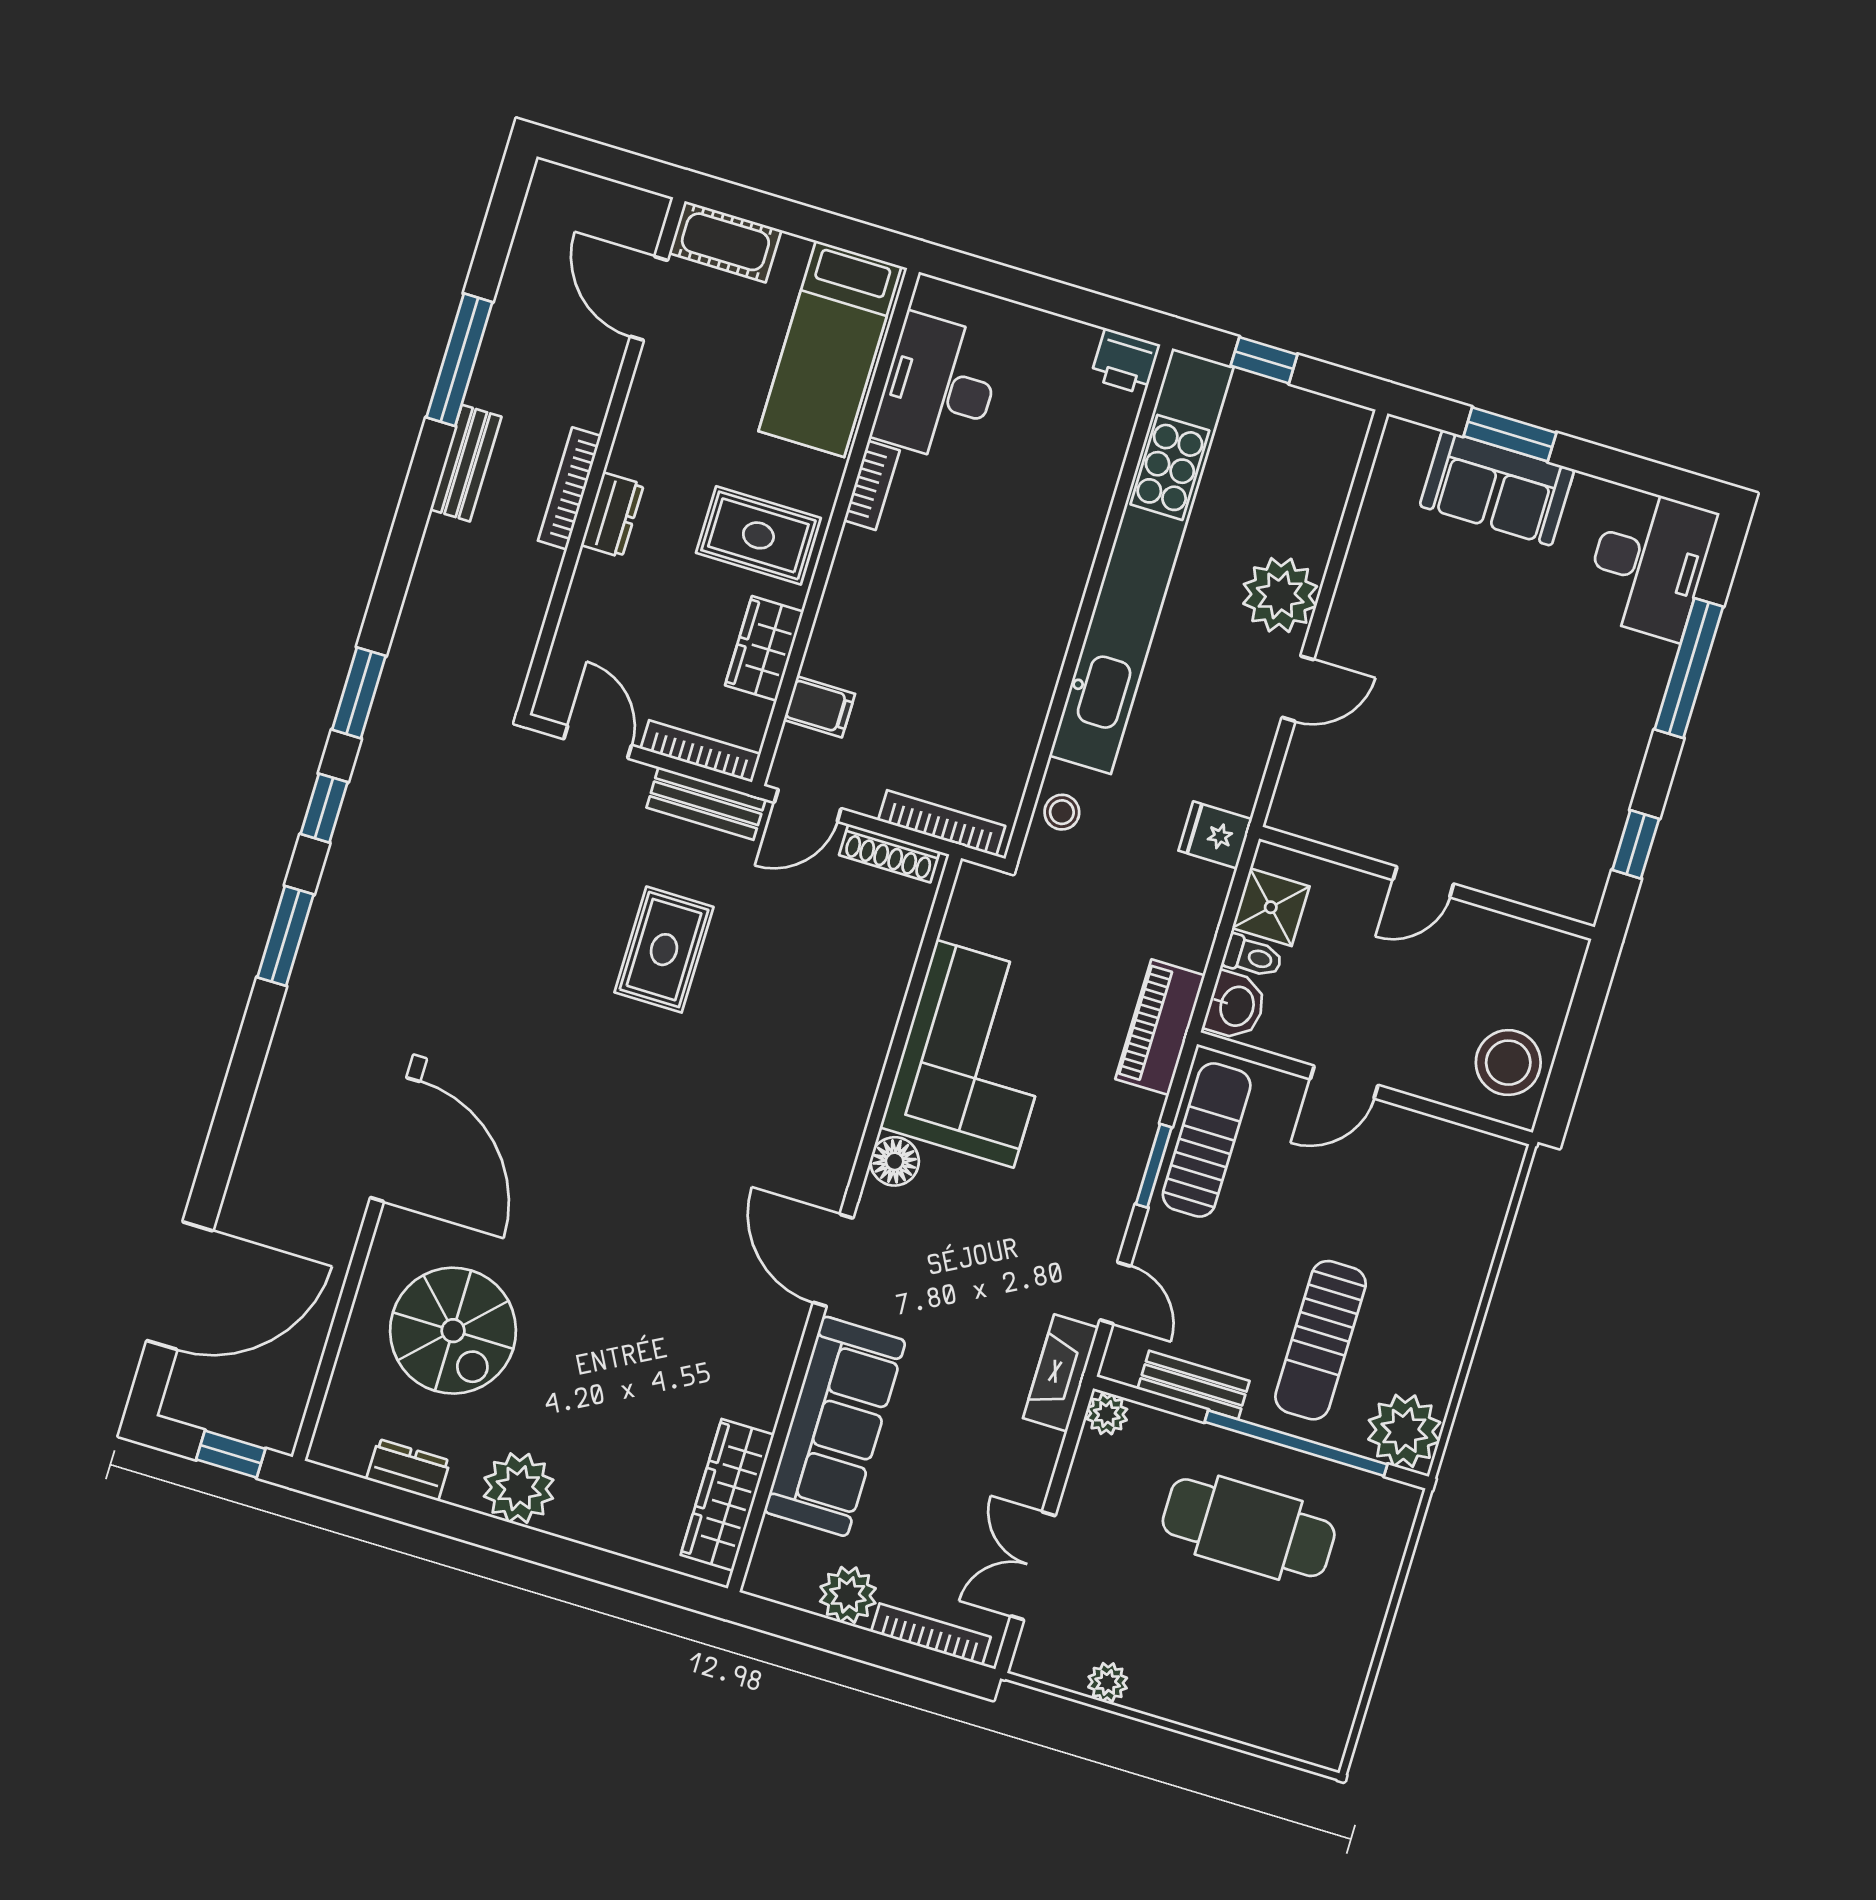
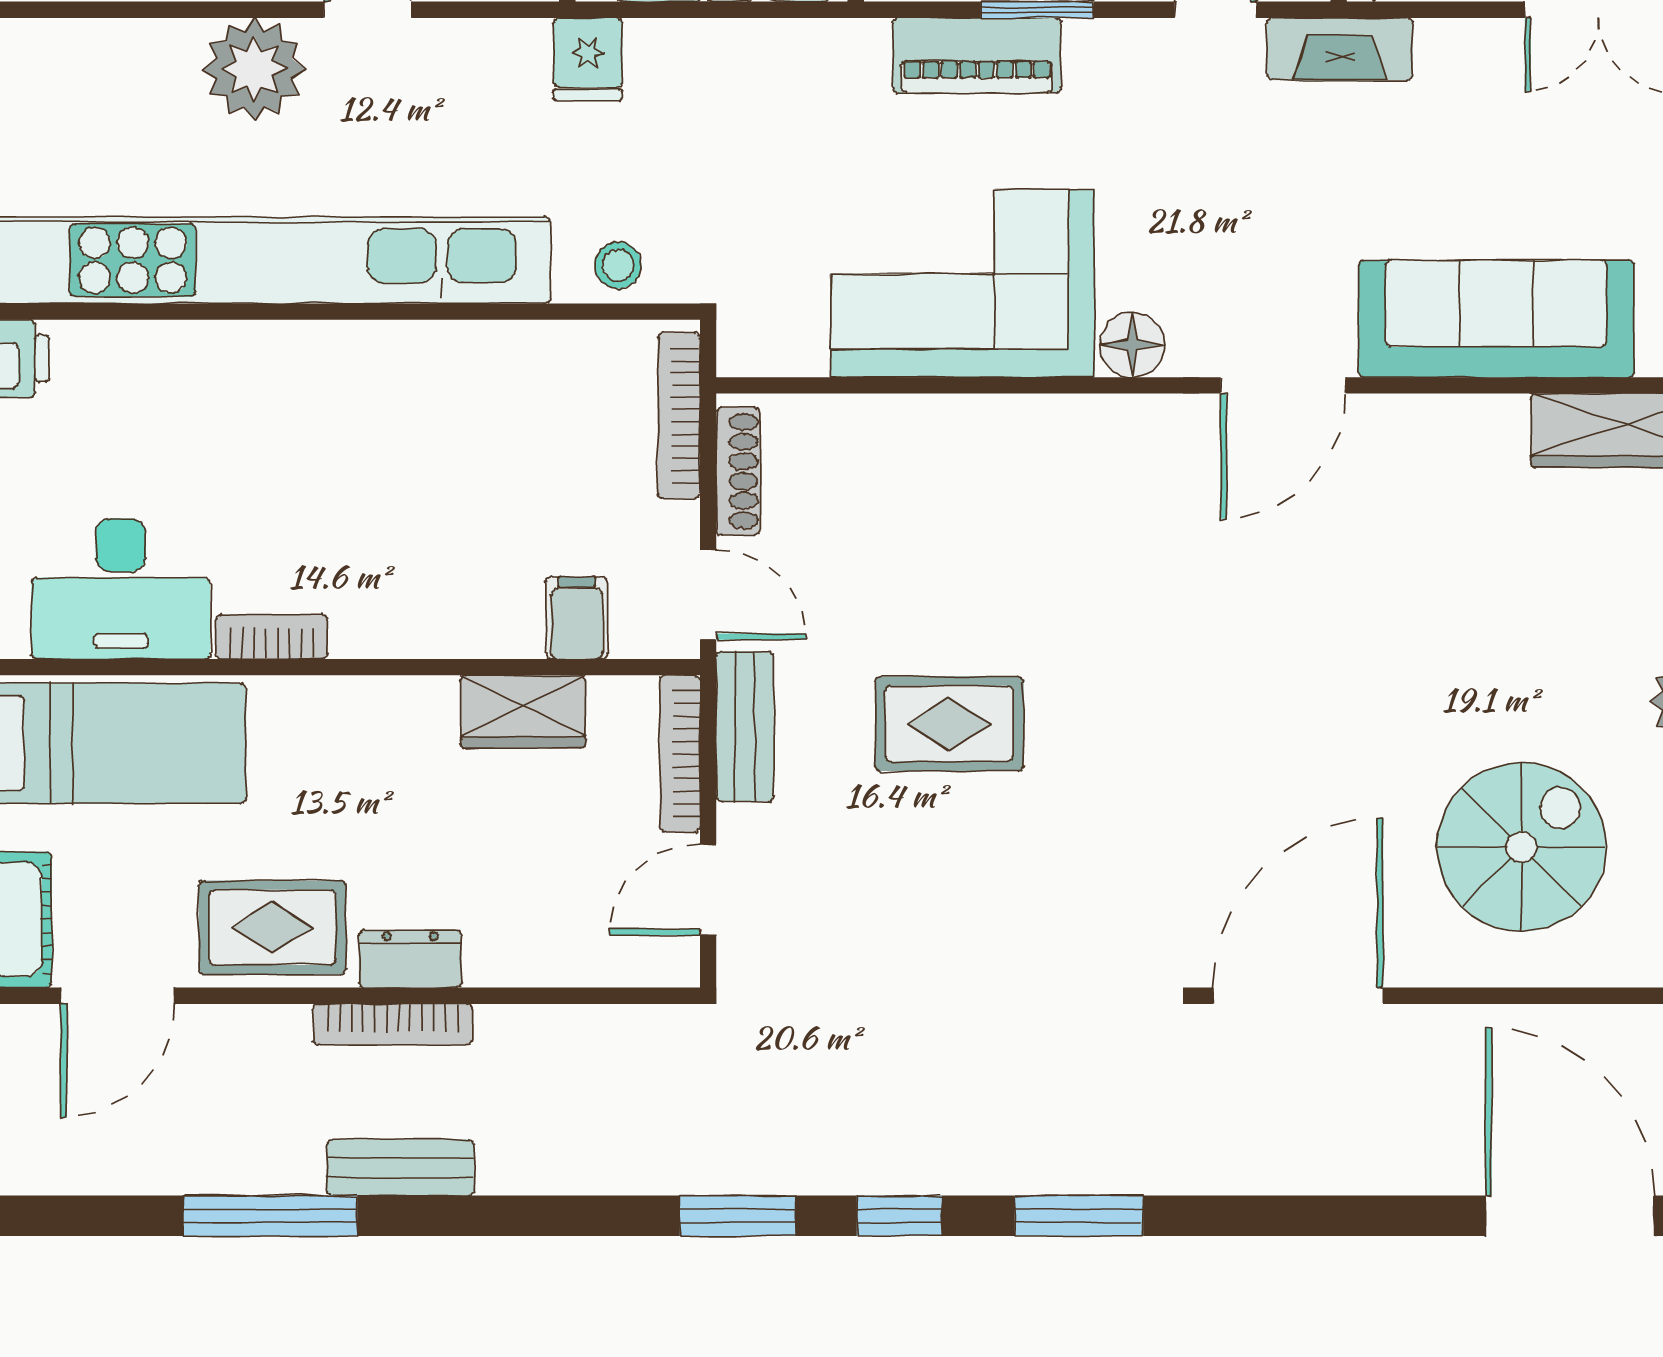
rug: (758, 535) -> (272, 927), moved, turned 90
piano: (1160, 1027) -> (977, 55), moved

